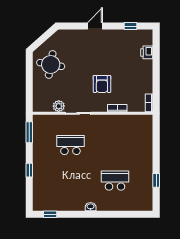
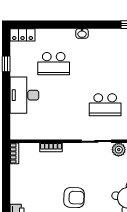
armchair: (102, 84) -> (74, 198), moved, turned 92
desk: (140, 153) -> (24, 95), added
locker: (142, 205) -> (23, 35), added

